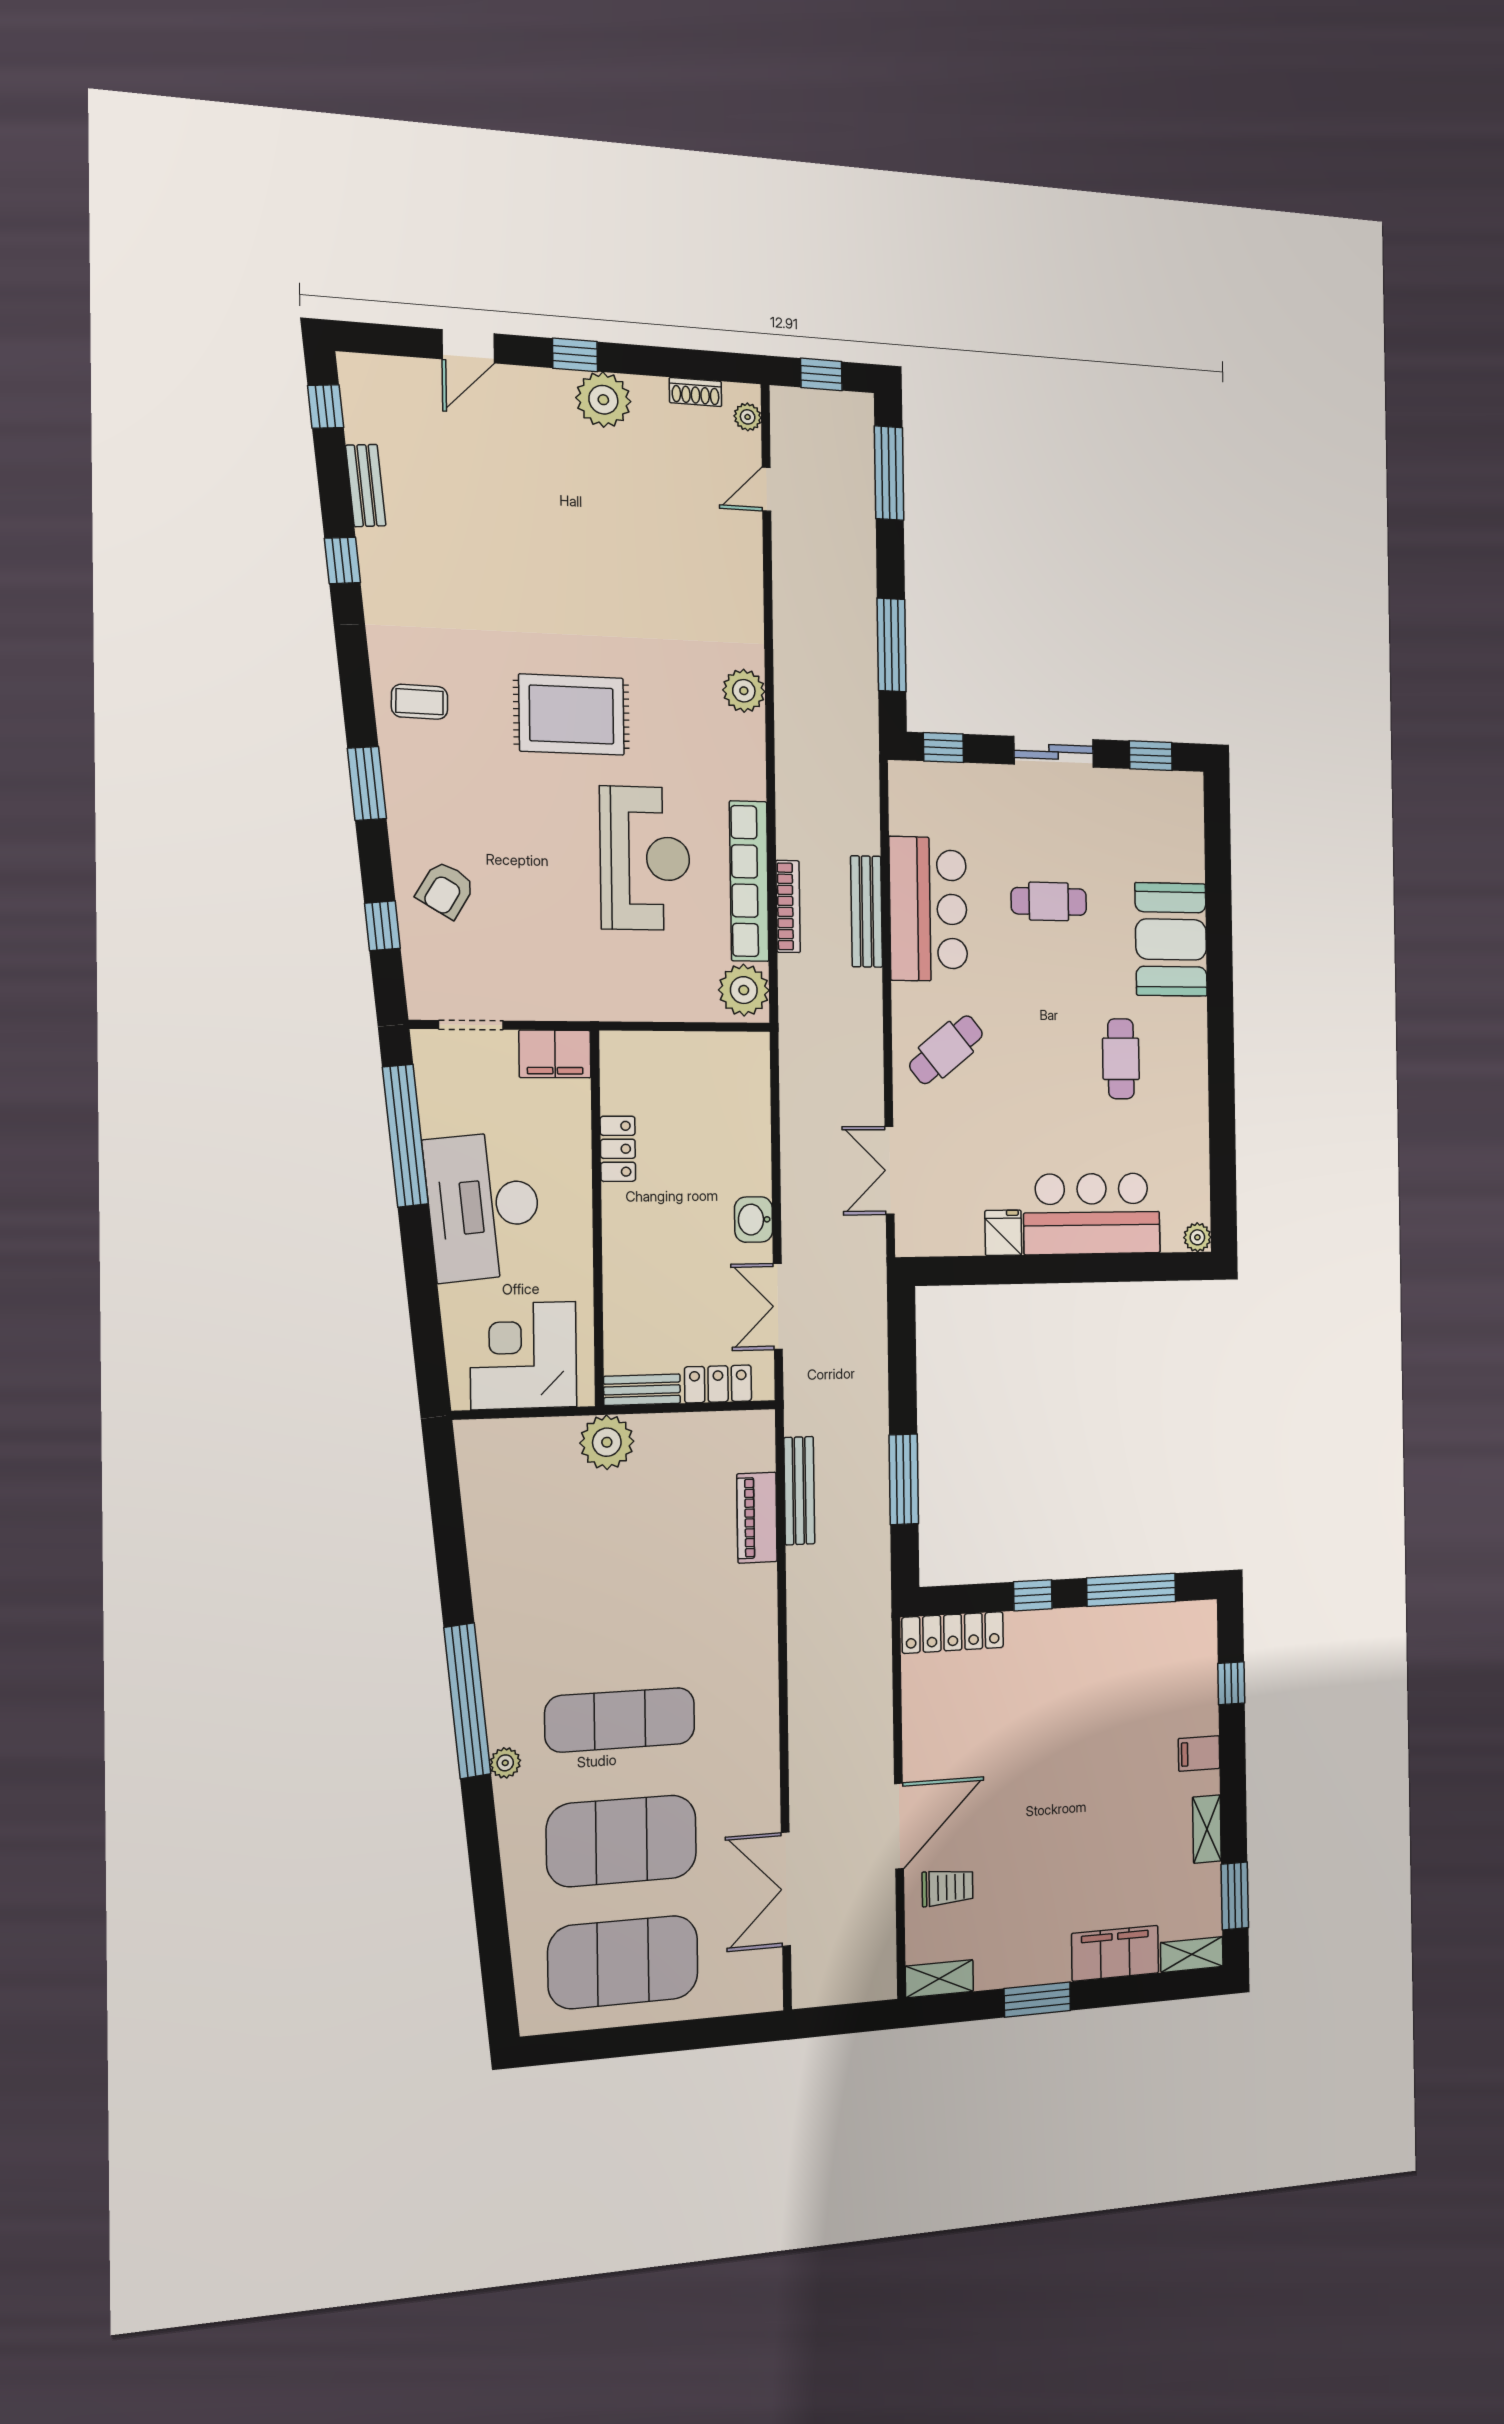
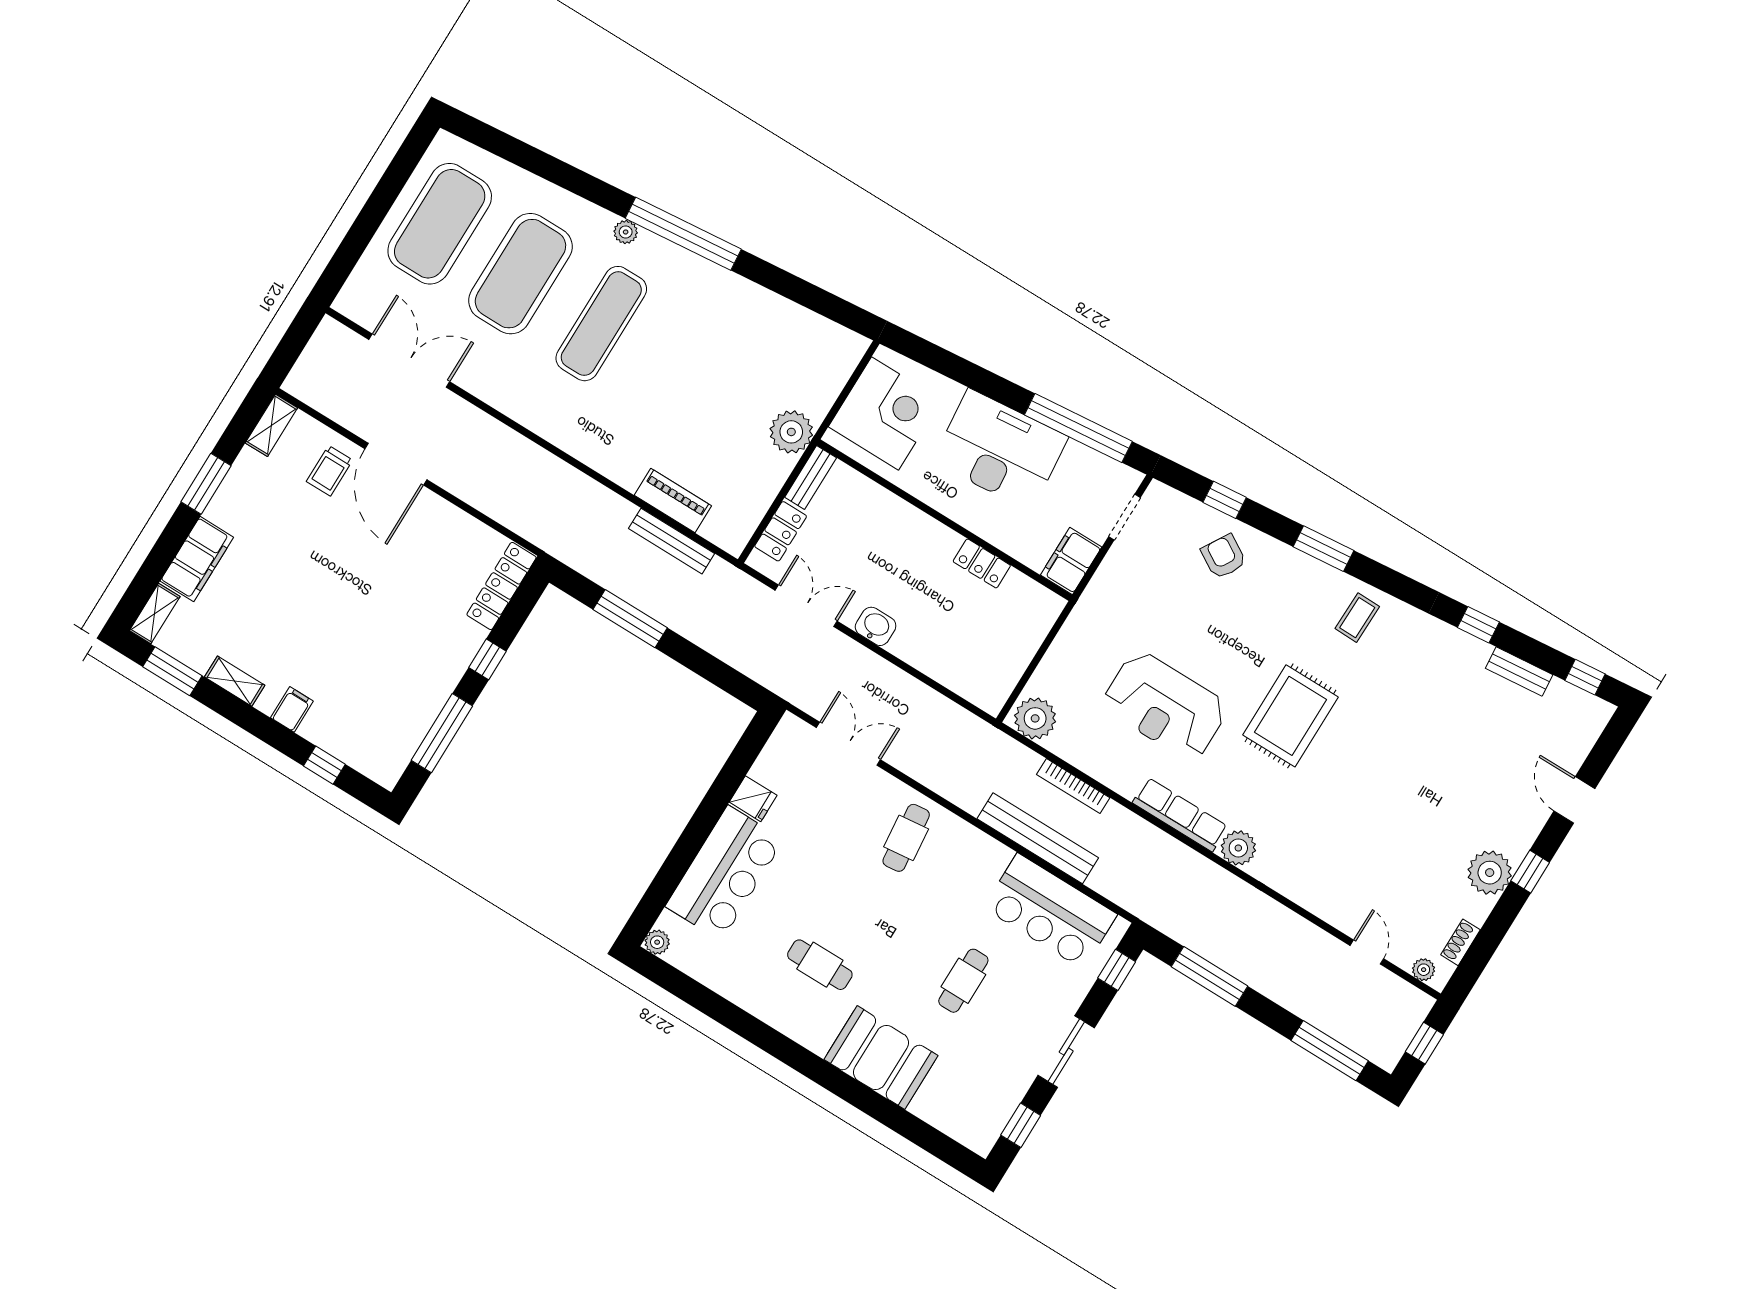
row of seats: (749, 881) -> (1180, 815), moved, width x0.73
bar counter: (928, 909) -> (1050, 911), moved
bench: (867, 911) -> (1038, 838), width x1.37, depth x1.21
cafe table: (946, 1050) -> (906, 838), turned 33

